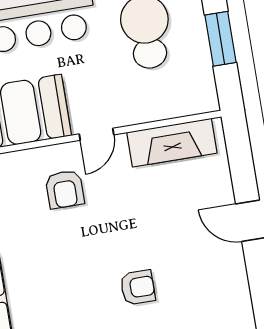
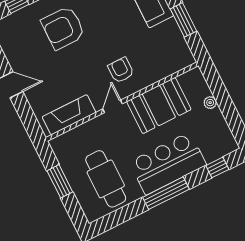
armchair: (138, 287) -> (63, 28), width x1.88, depth x1.88

